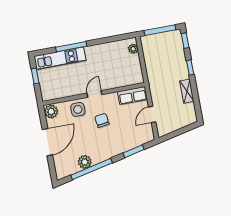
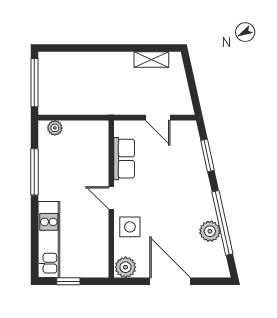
window: (185, 41) -> (57, 48), removed
window: (71, 47) -> (34, 172), moved
window: (190, 67) -> (98, 48), removed
shelving: (187, 91) -> (151, 59), moved
row of seats: (132, 95) -> (124, 159), moved
chair: (102, 120) -> (153, 194), removed

